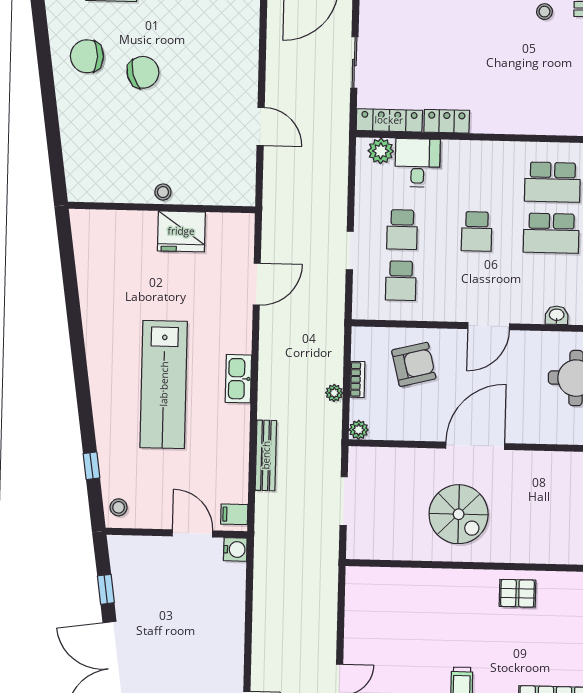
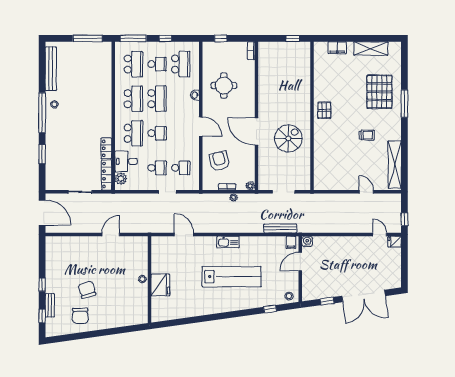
school desk: (478, 180) -> (133, 133), added
fridge: (181, 231) -> (160, 285), moved
bench: (266, 455) -> (280, 228), moved

